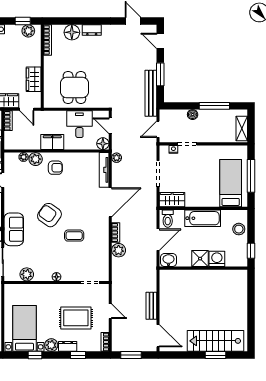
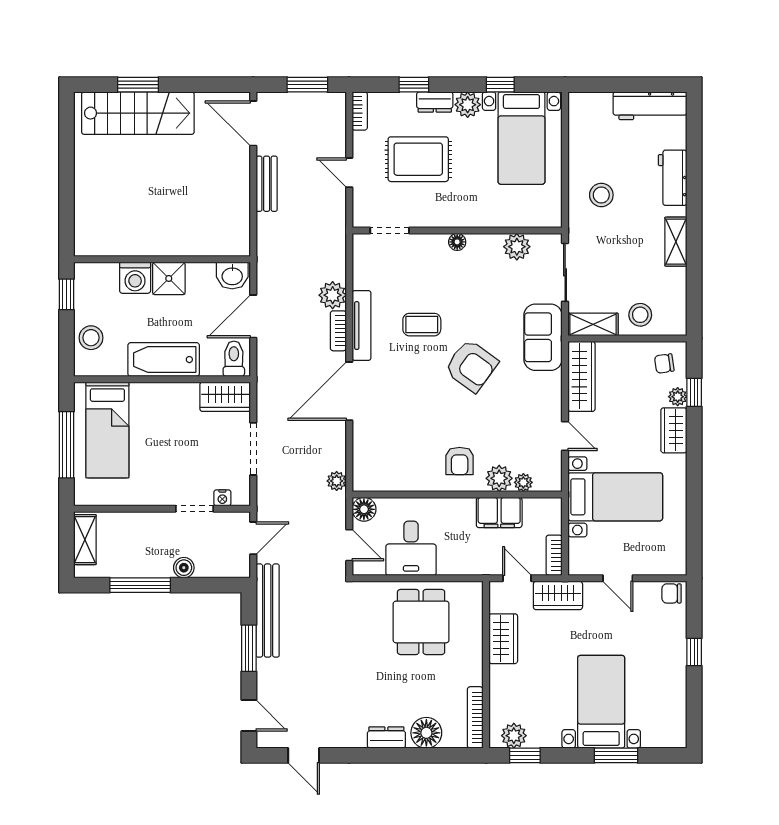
filing cabinet: (52, 142) -> (499, 512), moved
armchair: (55, 168) -> (460, 461), turned -90
tv unit: (104, 170) -> (361, 326), moved

